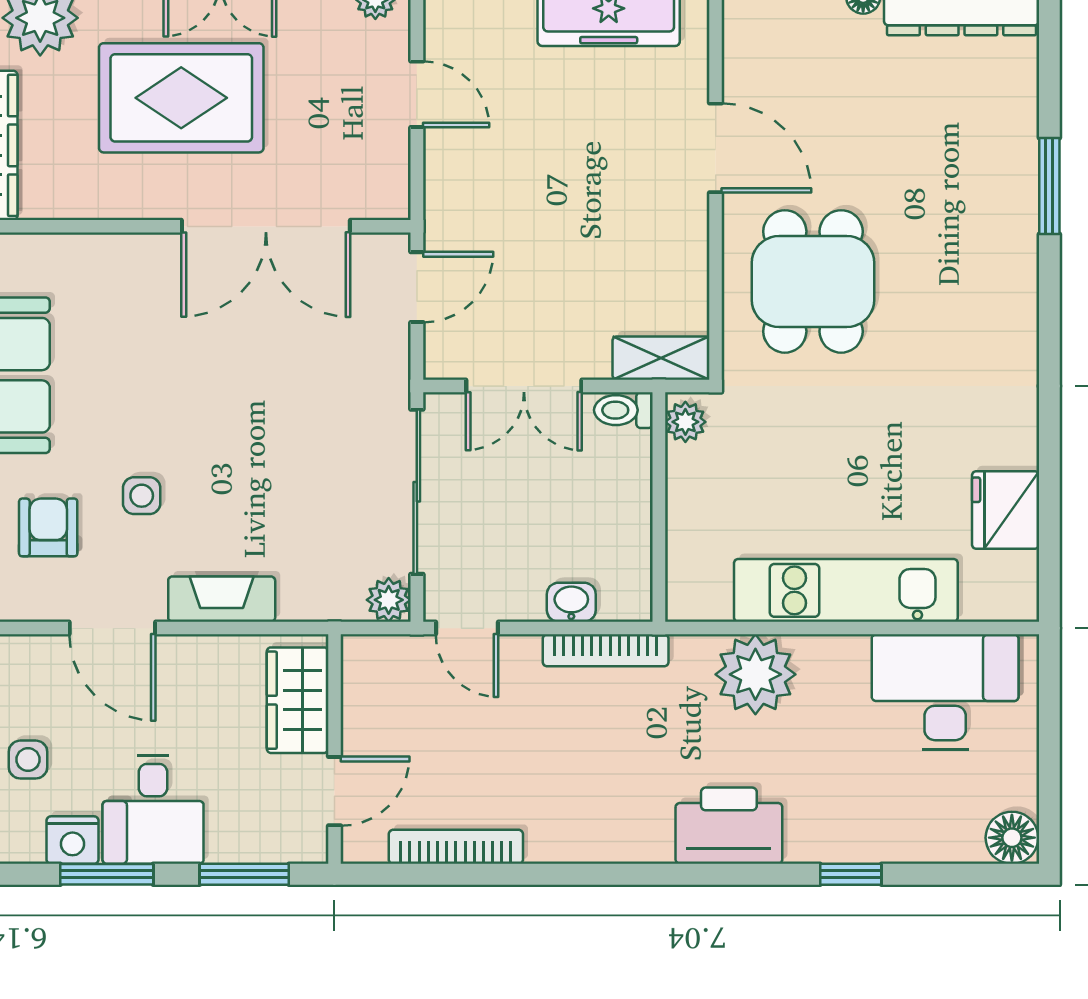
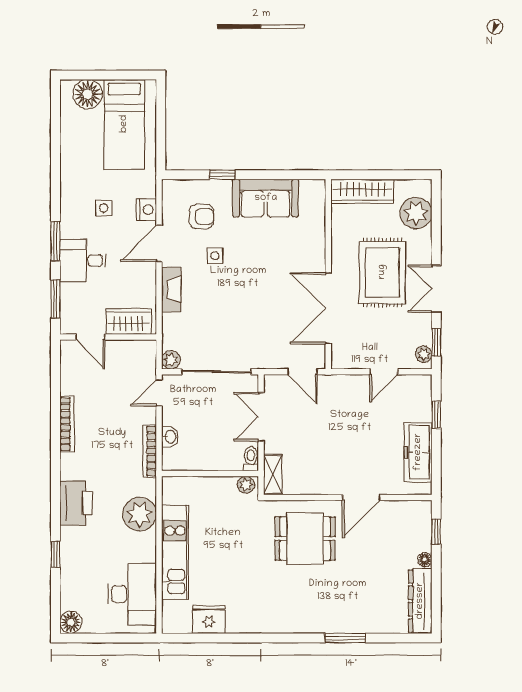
nightstand: (72, 840) -> (146, 210), moved, turned 180
bookcase: (456, 847) -> (67, 424), moved

